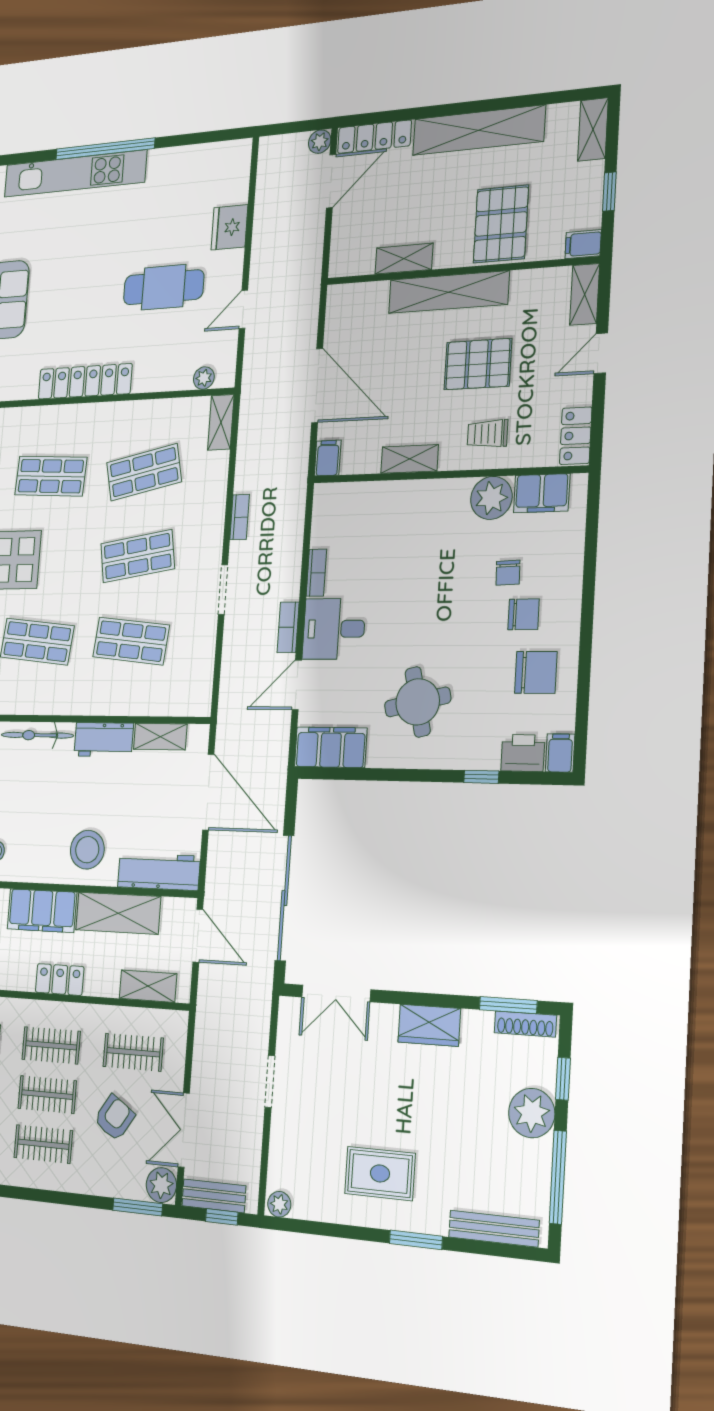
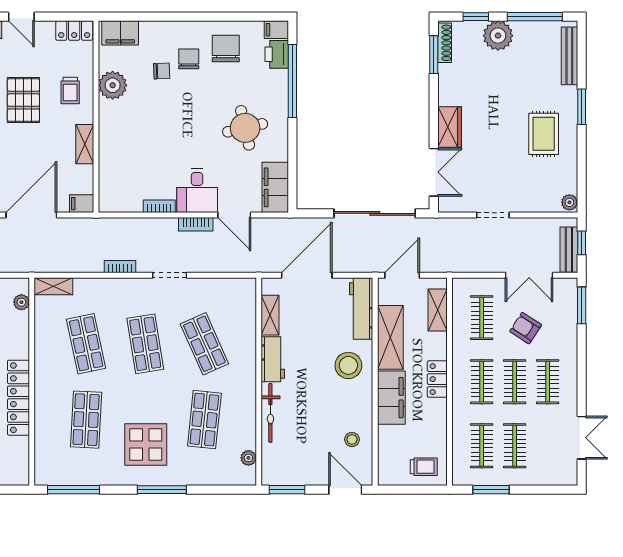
filing cabinet: (542, 493) -> (120, 33), moved, turned 90
shop shelf: (131, 641) -> (204, 344), turned -30
window: (481, 777) -> (292, 81), width x3.17
wardrobe: (429, 1025) -> (450, 127), moved
plant: (161, 1185) -> (566, 289), removed

